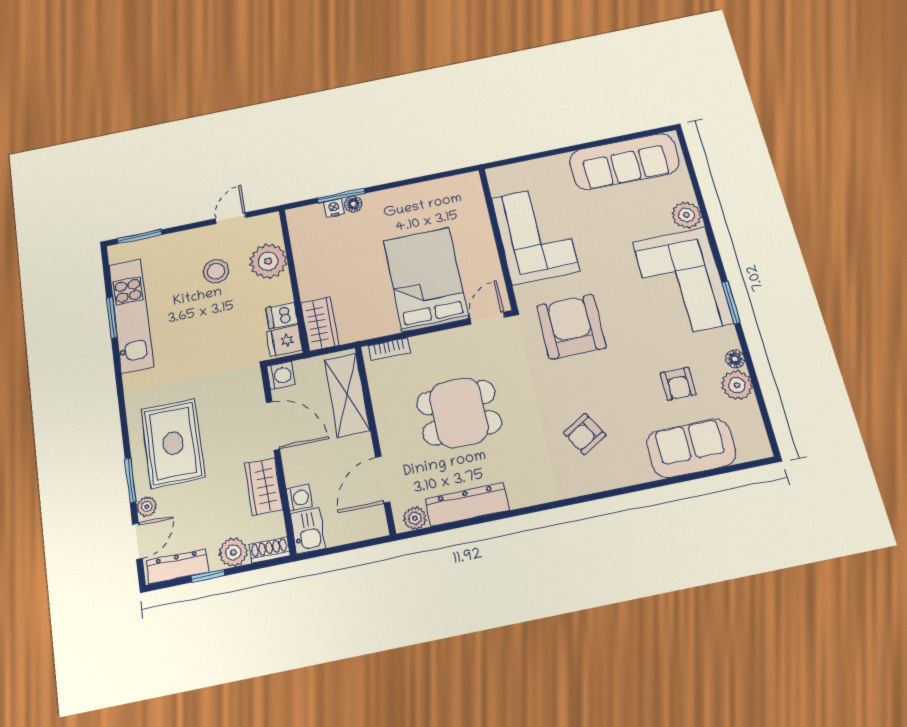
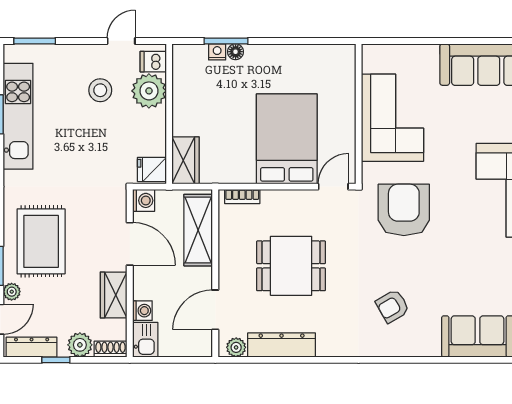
dishwasher: (282, 316) -> (153, 62), moved
armchair: (678, 384) -> (481, 280), removed

